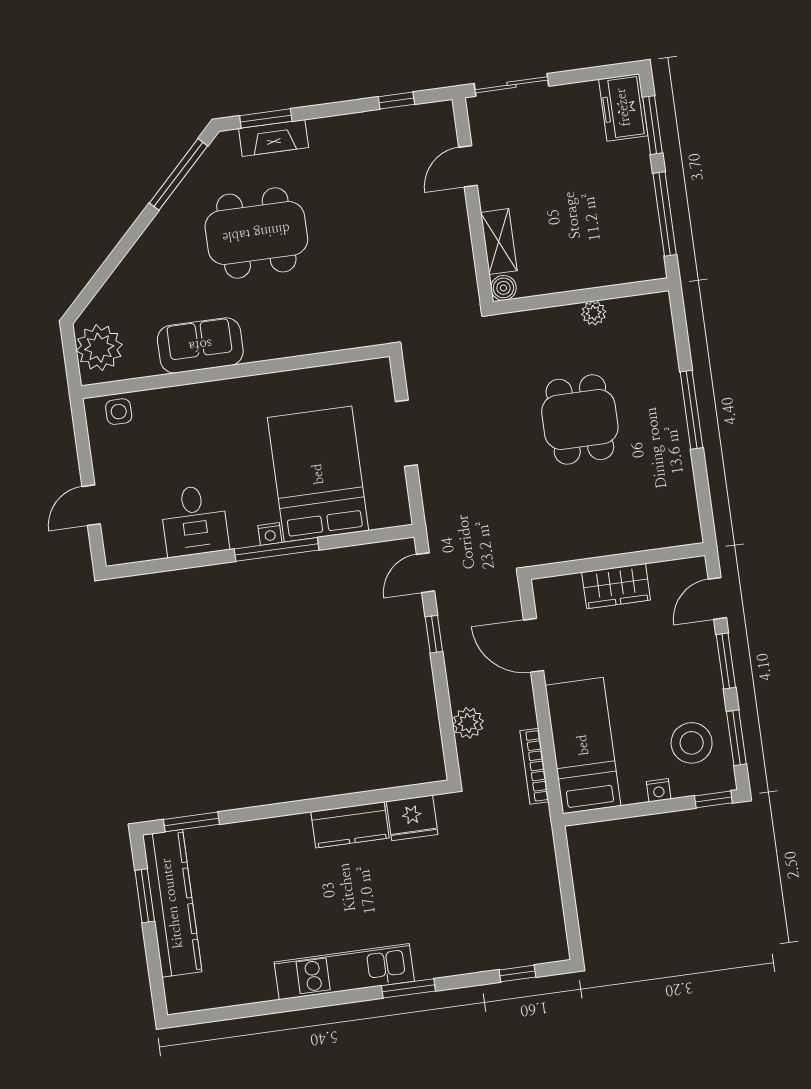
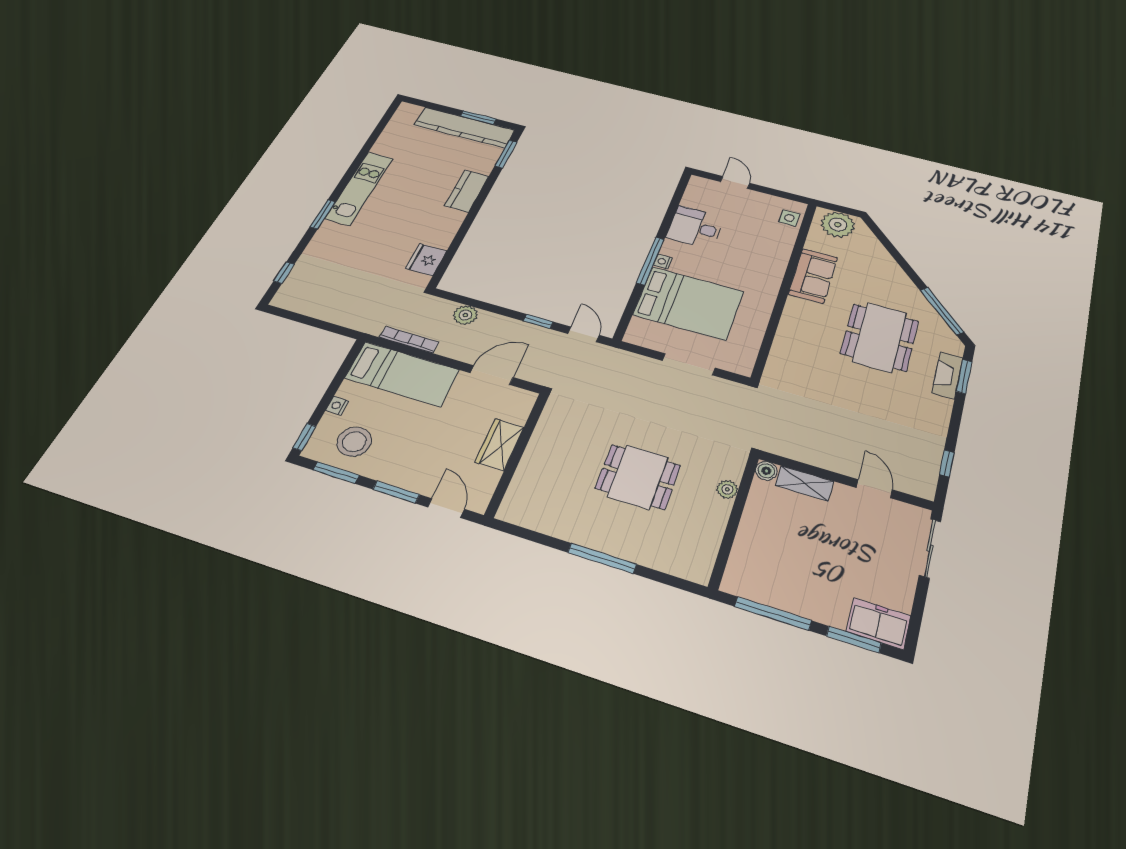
plant: (594, 313) -> (727, 489), moved
kitchen counter: (350, 825) -> (467, 191), moved

